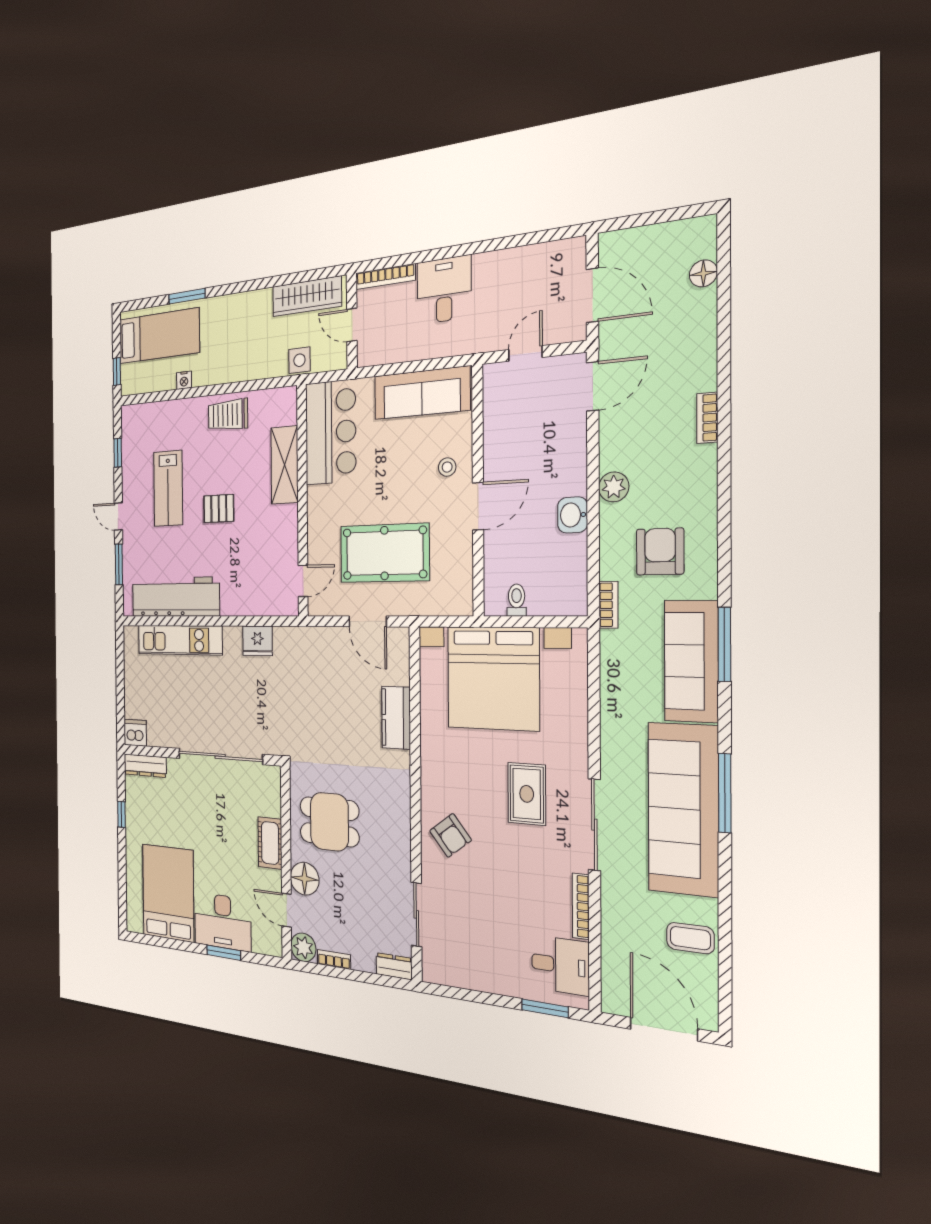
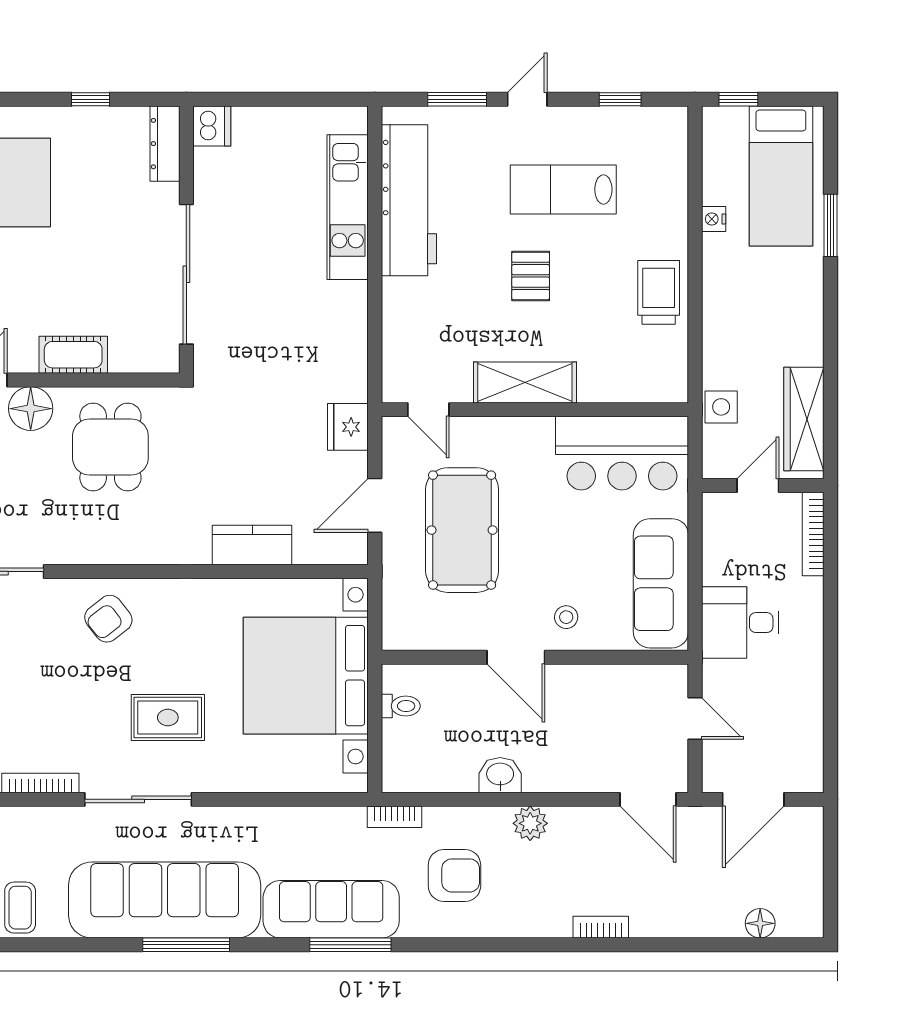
desk: (444, 290) -> (740, 623), moved, turned 180
shelving: (284, 465) -> (525, 382), moved
fridge: (257, 641) -> (348, 427), moved

